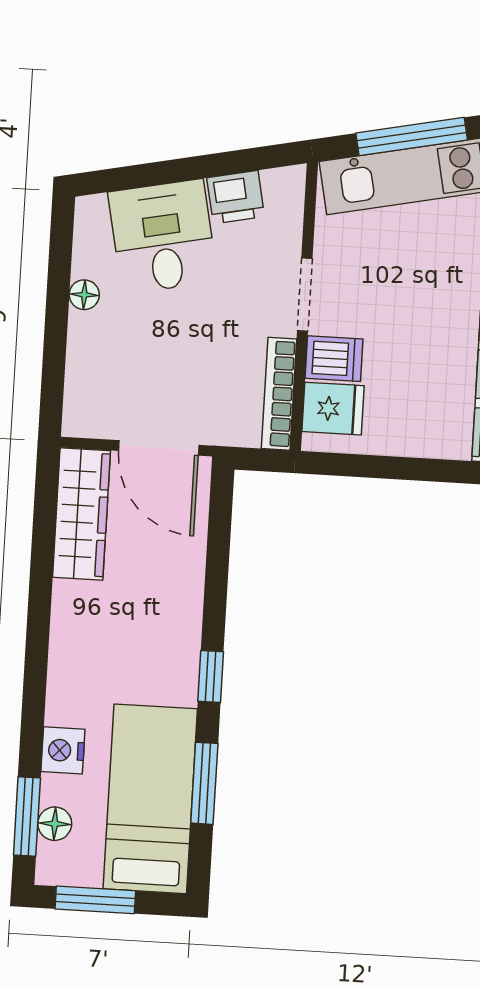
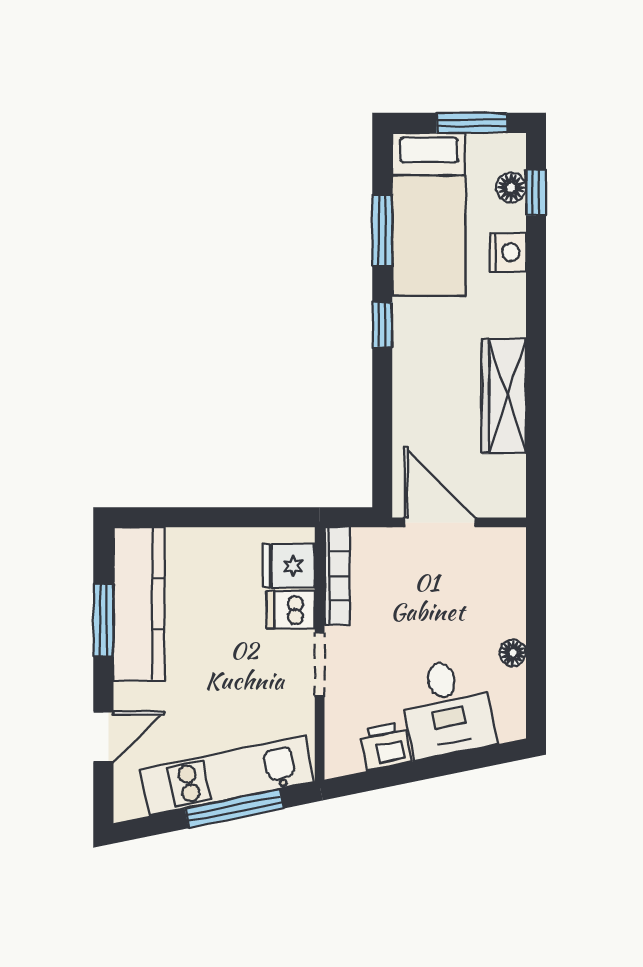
wardrobe: (81, 514) -> (504, 396), moved
window: (27, 816) -> (536, 193), width x0.67

